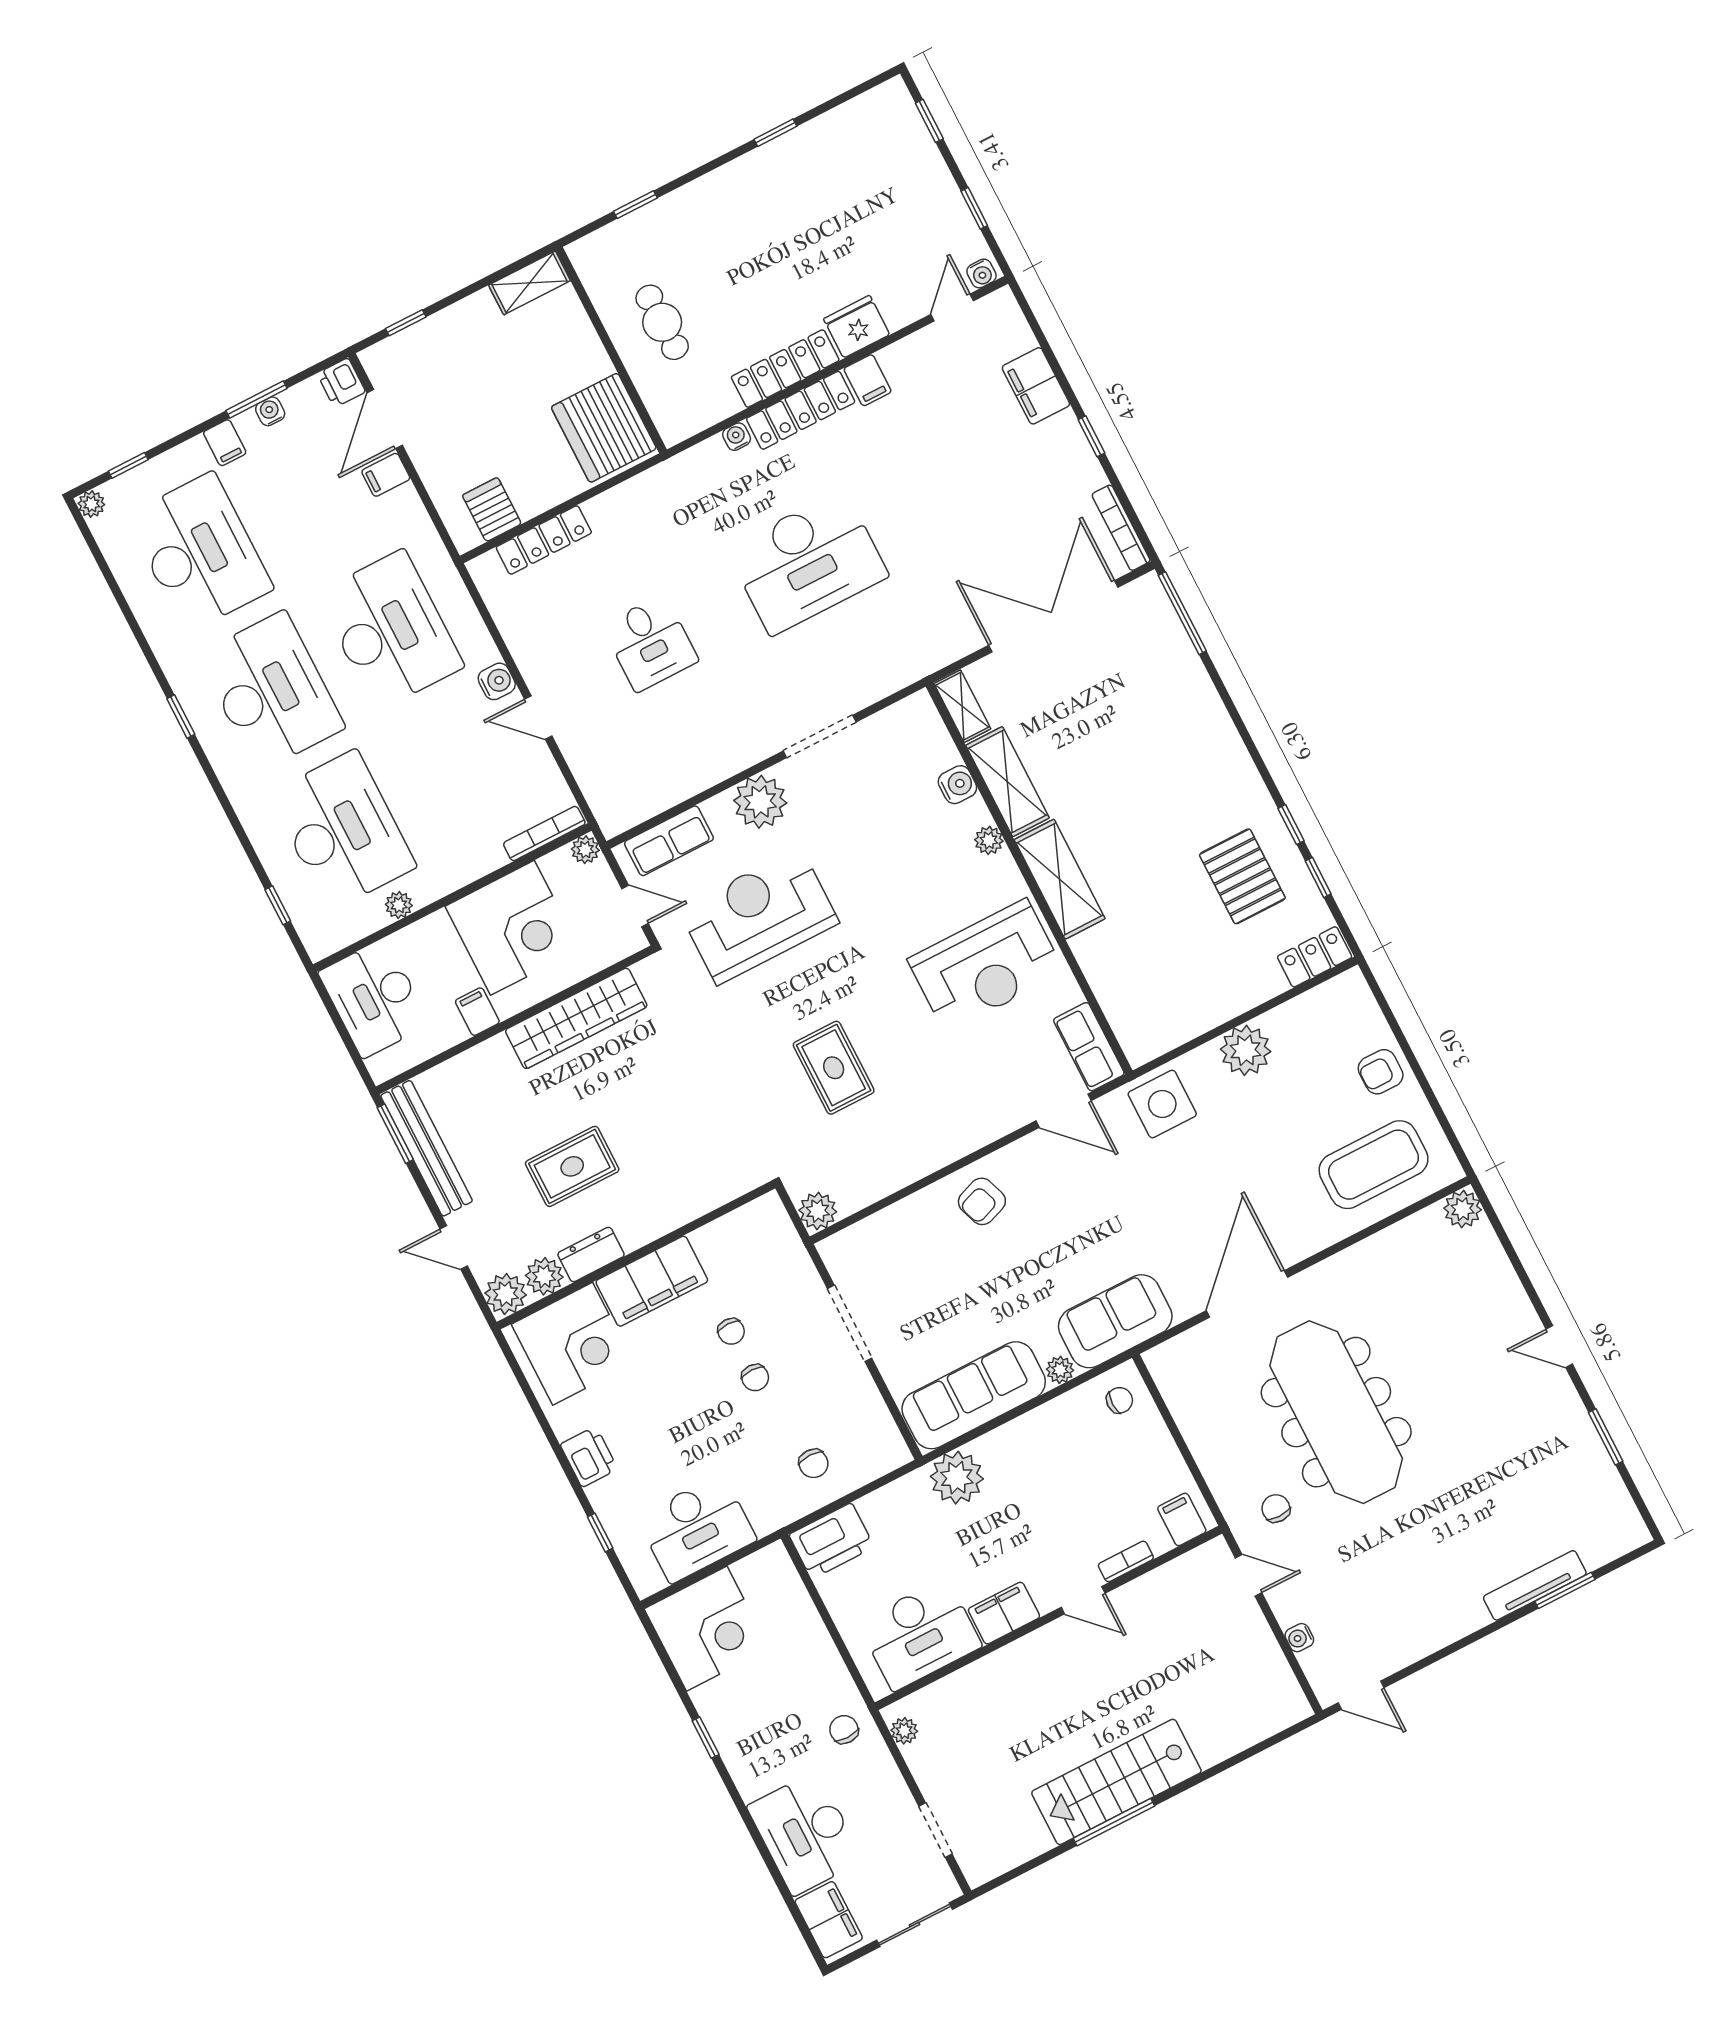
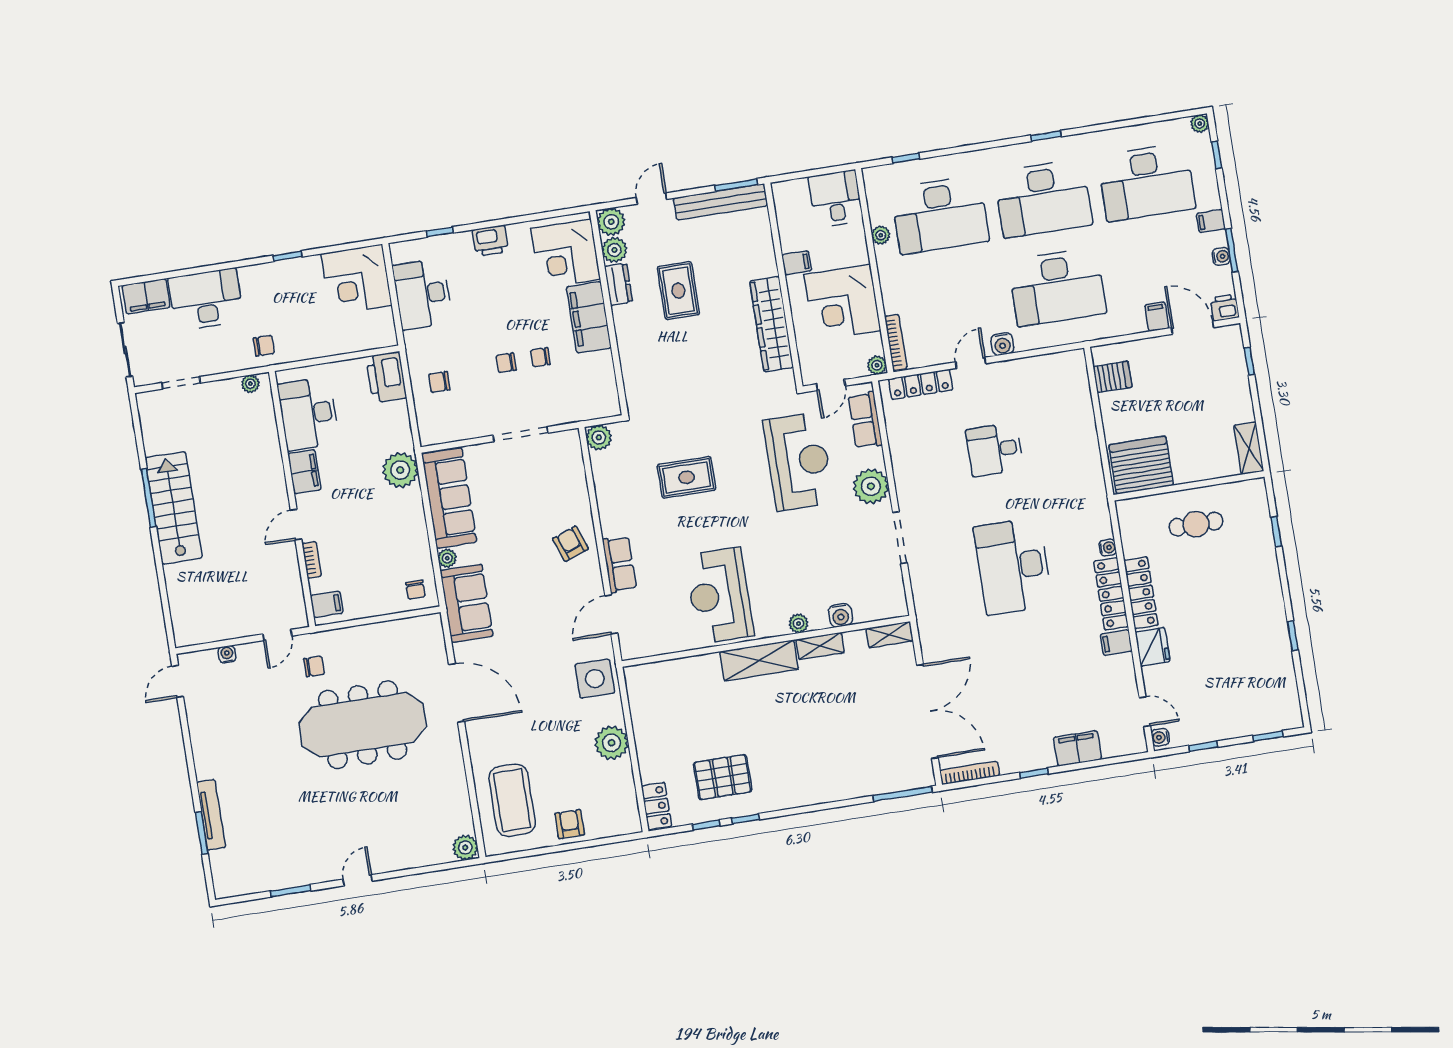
locker: (544, 540) -> (921, 384), moved, turned -90
shelving: (1007, 782) -> (820, 646), width x0.67, depth x0.75
desk: (374, 998) -> (836, 199), width x0.73
row of seats: (1089, 1047) -> (619, 564), moved, turned 90

